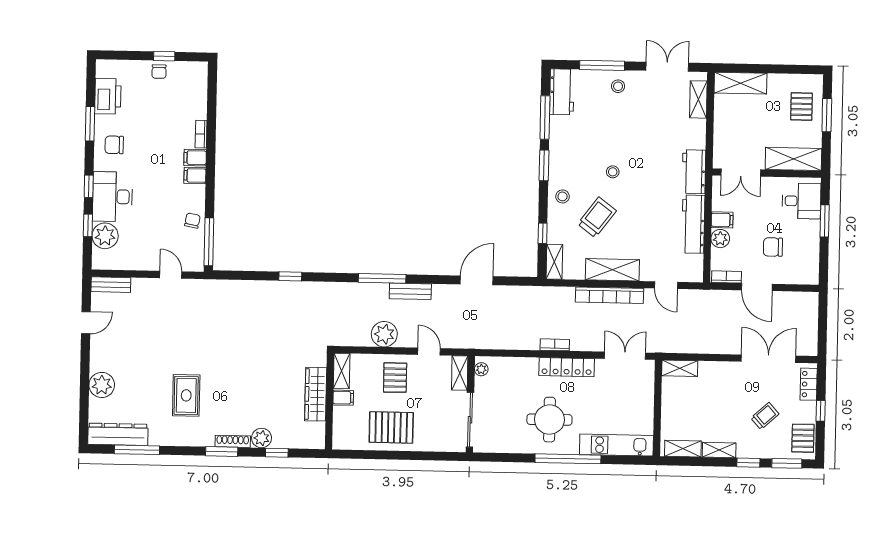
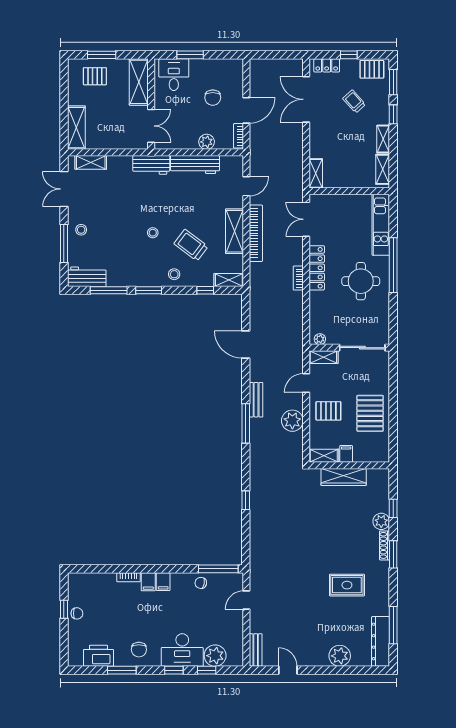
filing cabinet: (722, 220) -> (191, 141), removed

